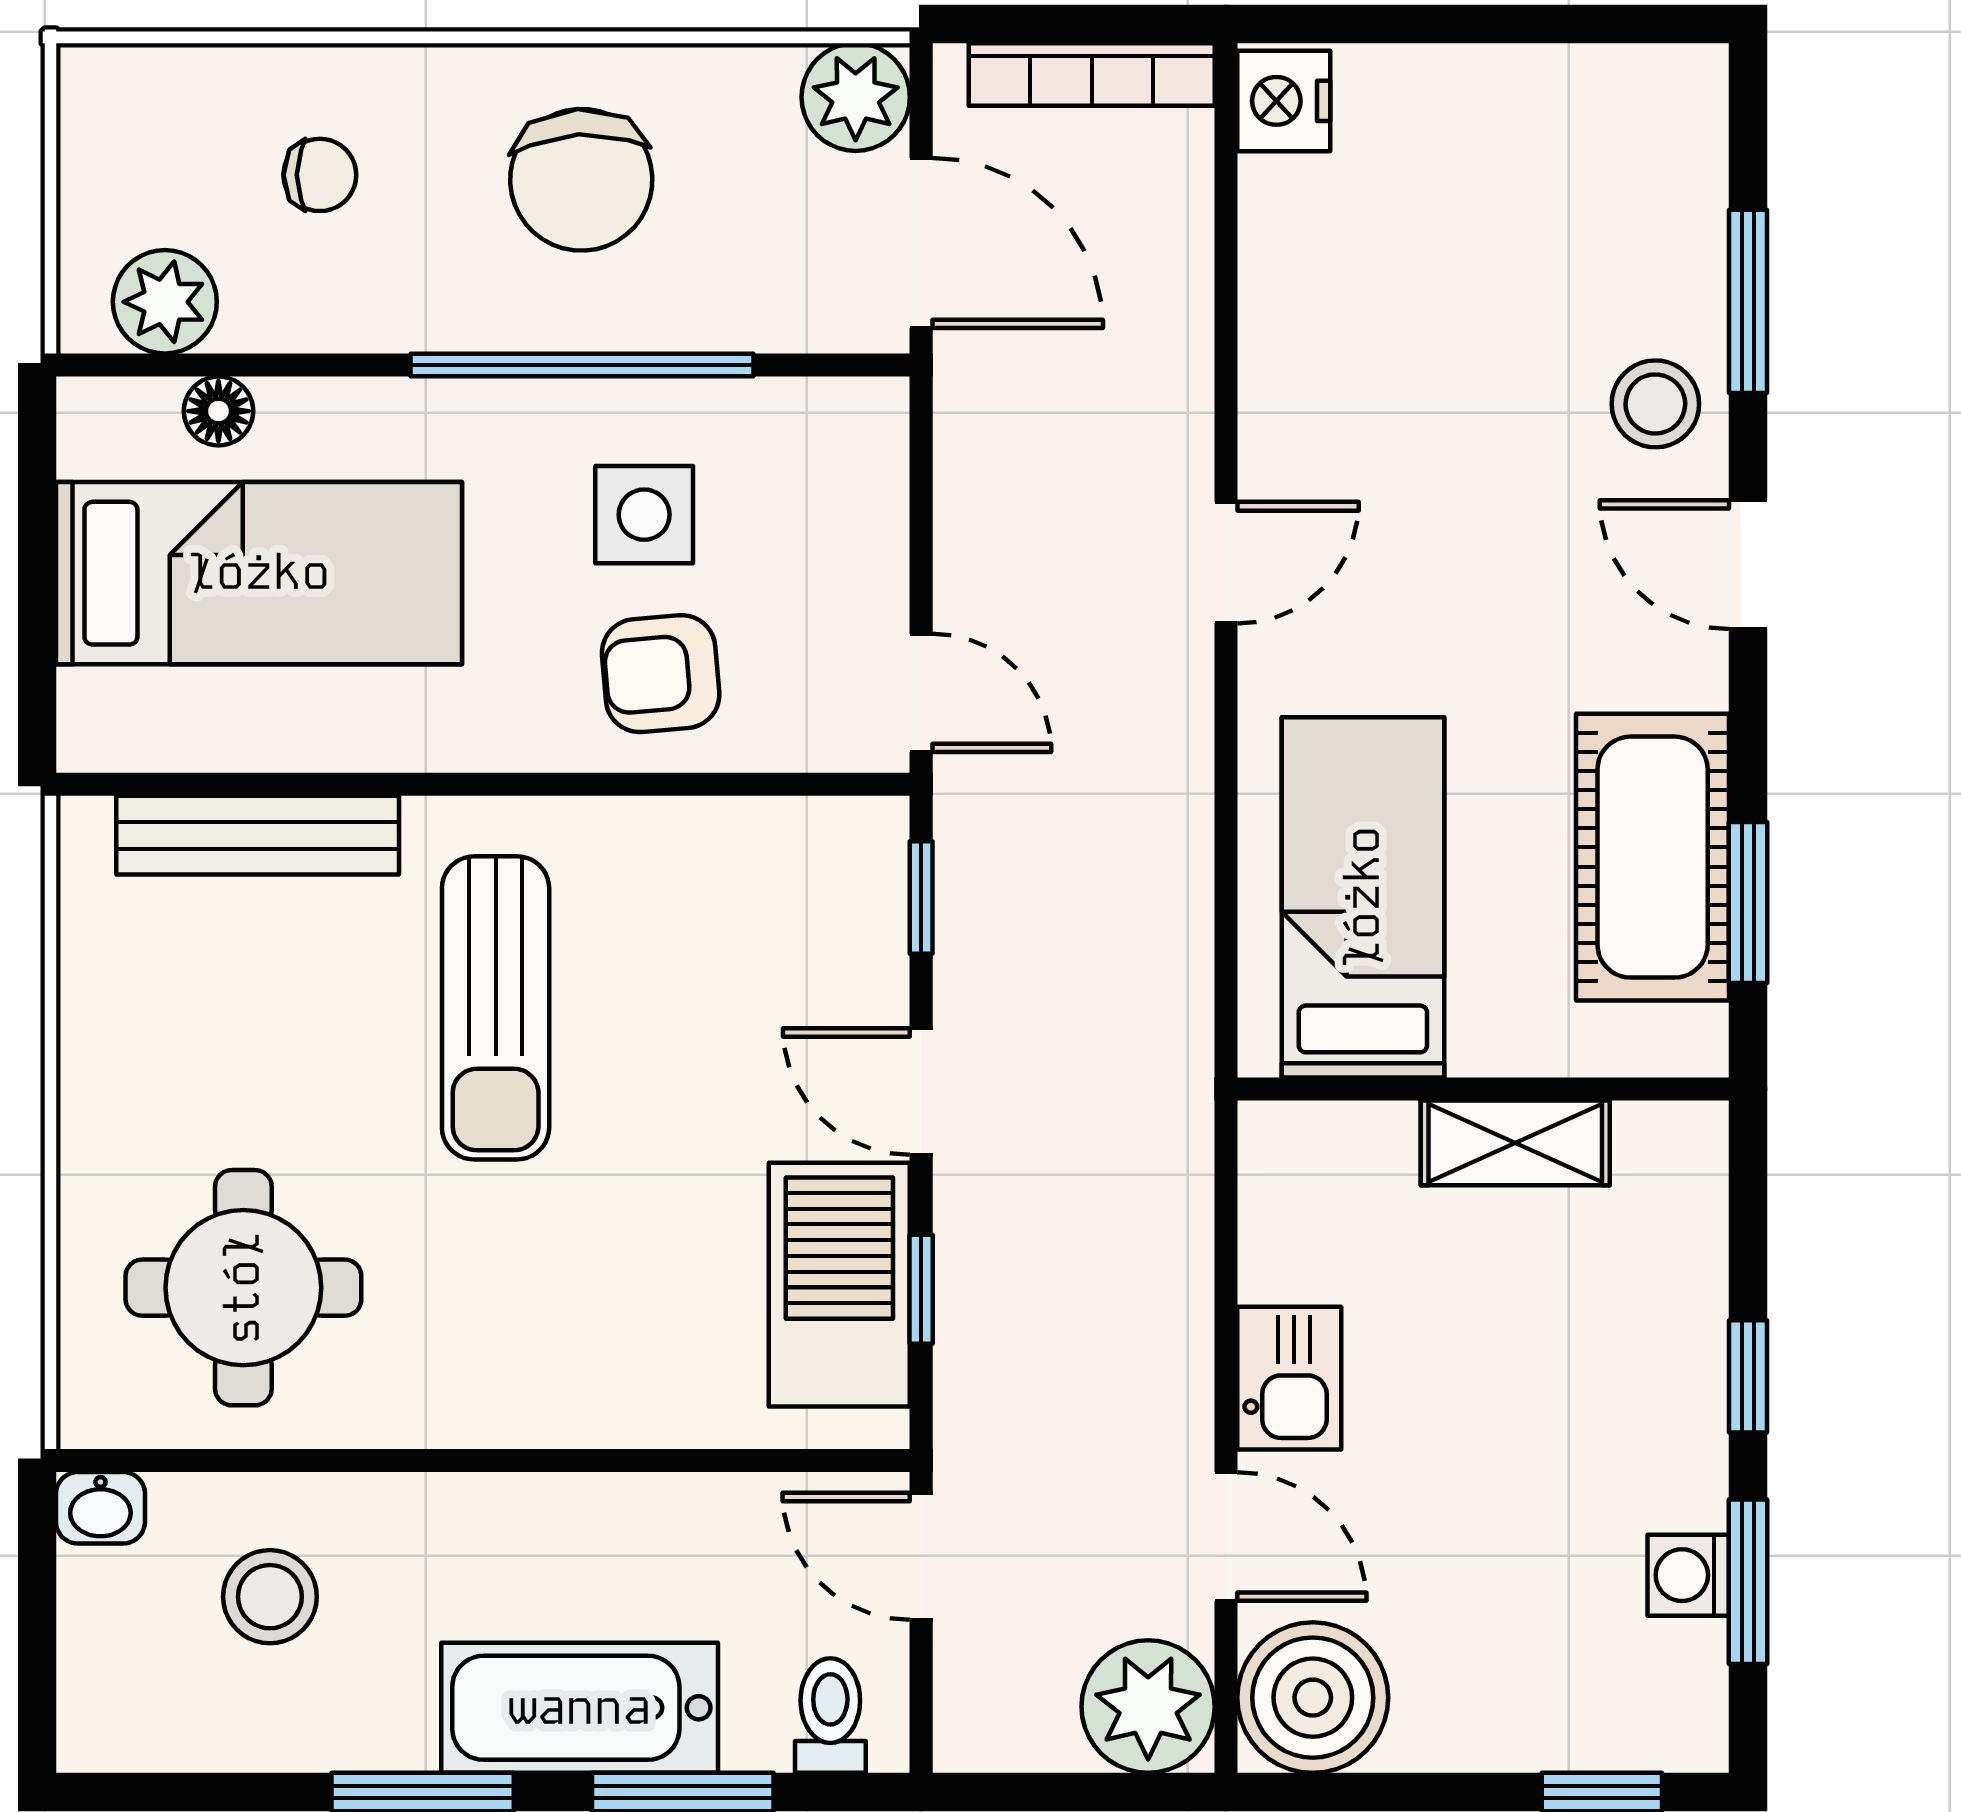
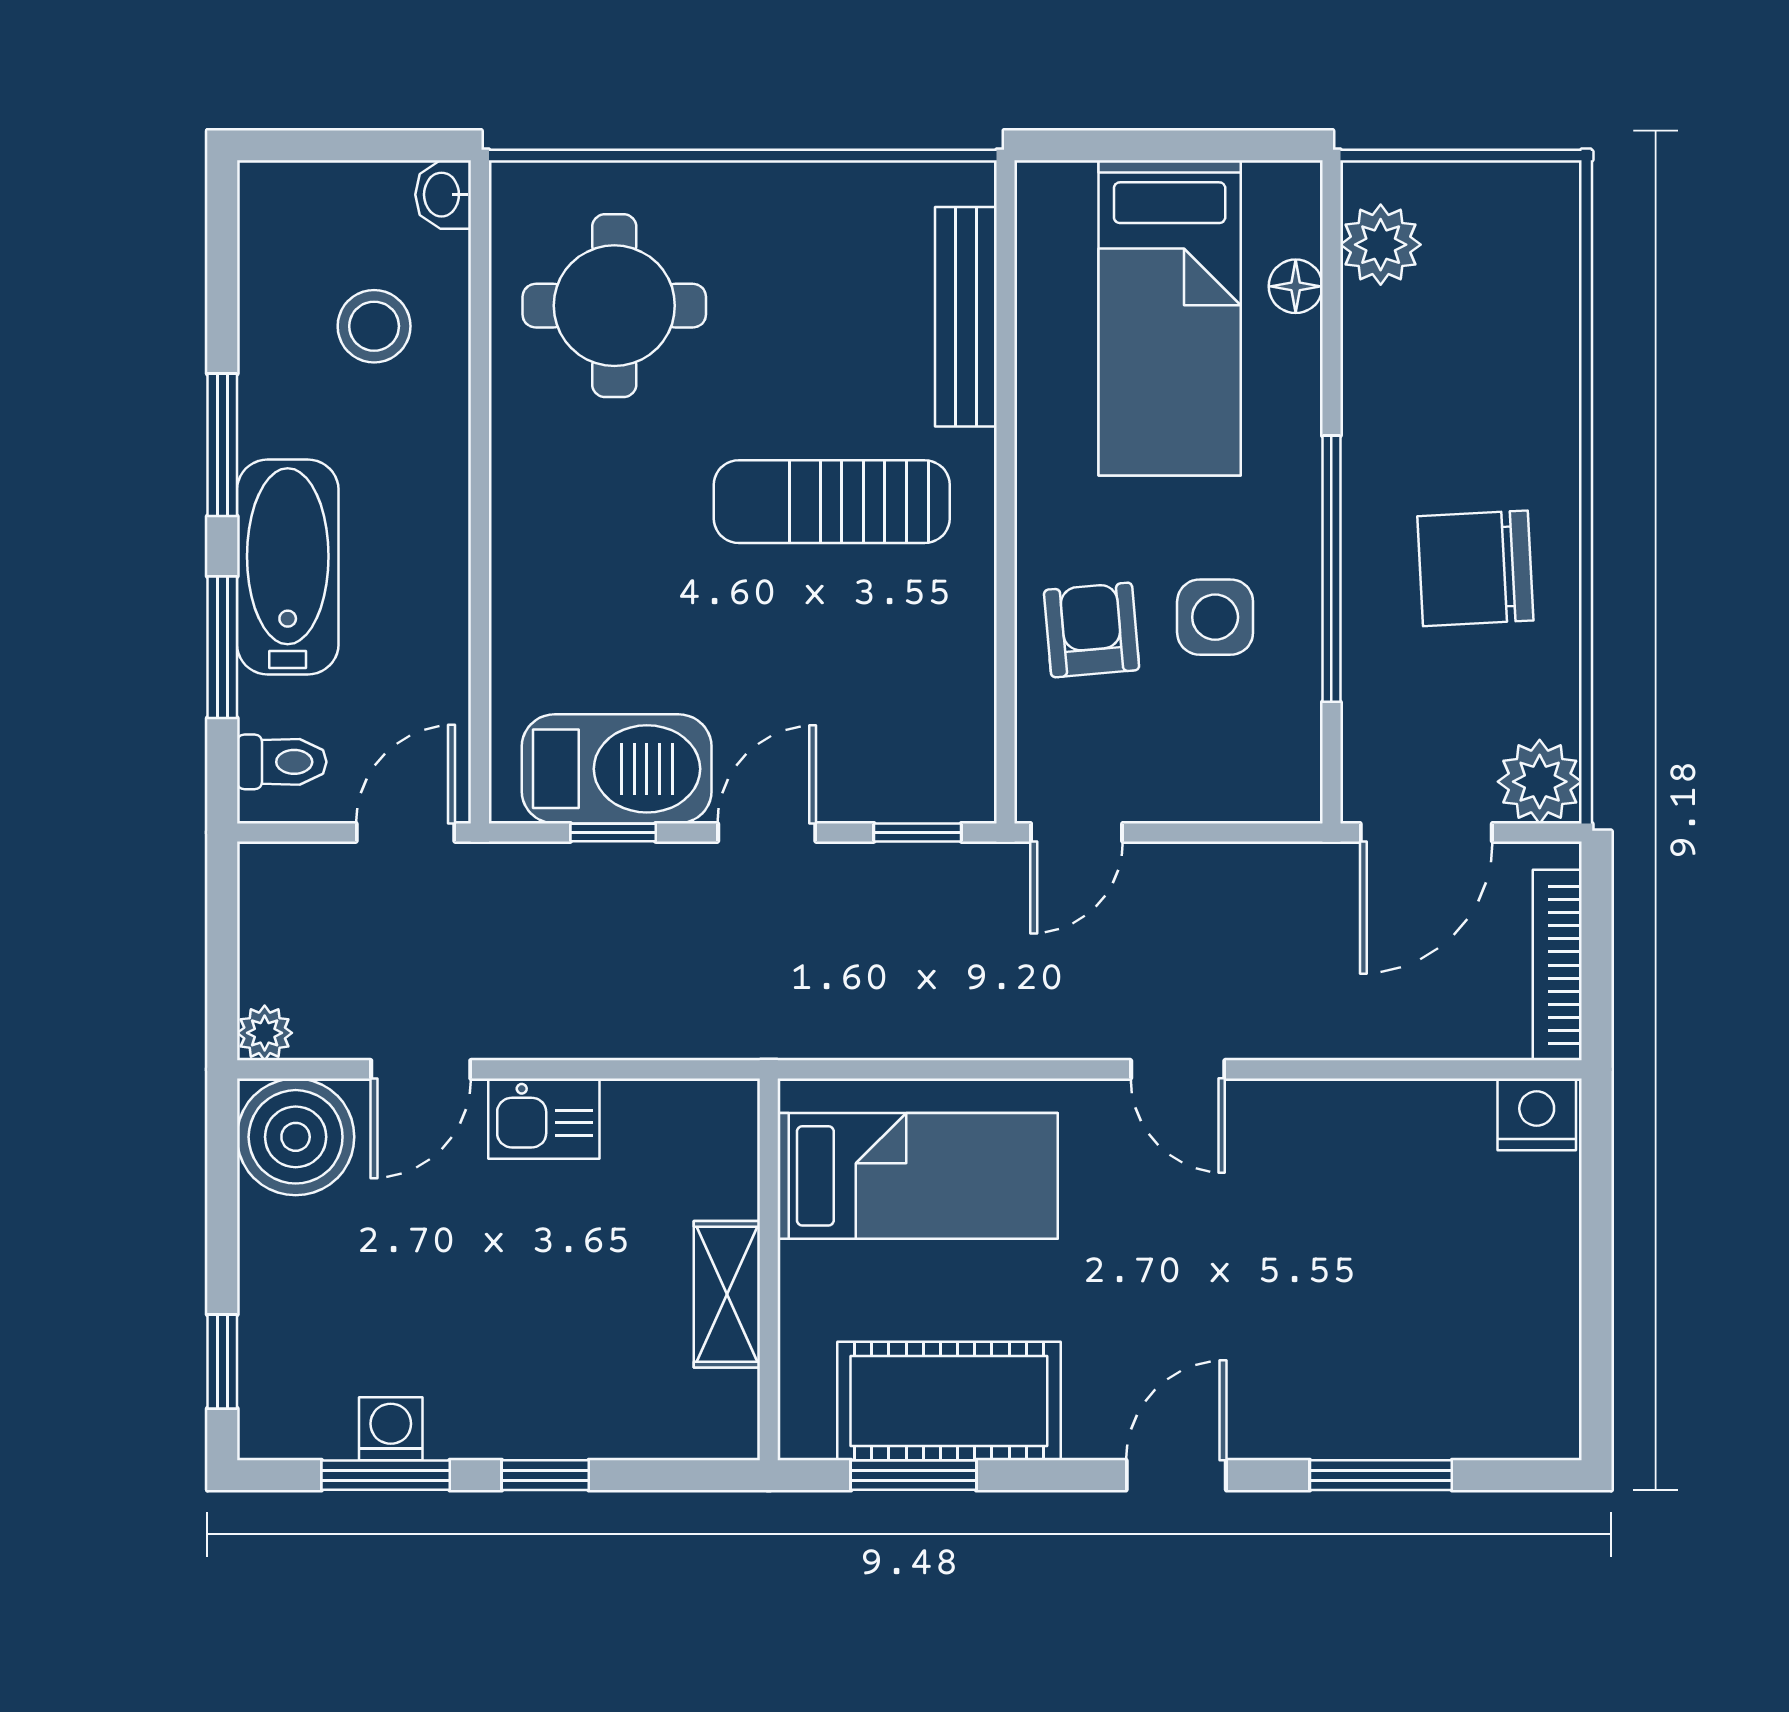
chair: (320, 175) -> (1479, 365), removed
stool: (1655, 404) -> (1301, 1403), removed
plant: (1148, 1707) -> (265, 1033), width x0.53, depth x0.53

